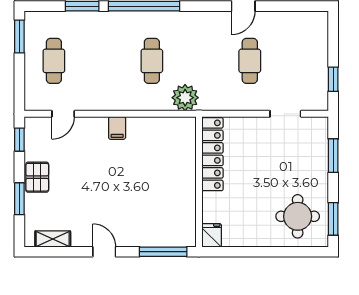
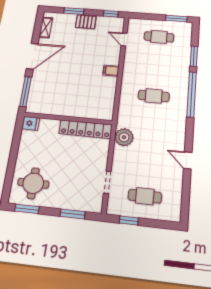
cafe table: (250, 61) -> (145, 196), moved
plant: (185, 98) -> (124, 137), moved
door: (104, 252) -> (32, 56), width x1.88

